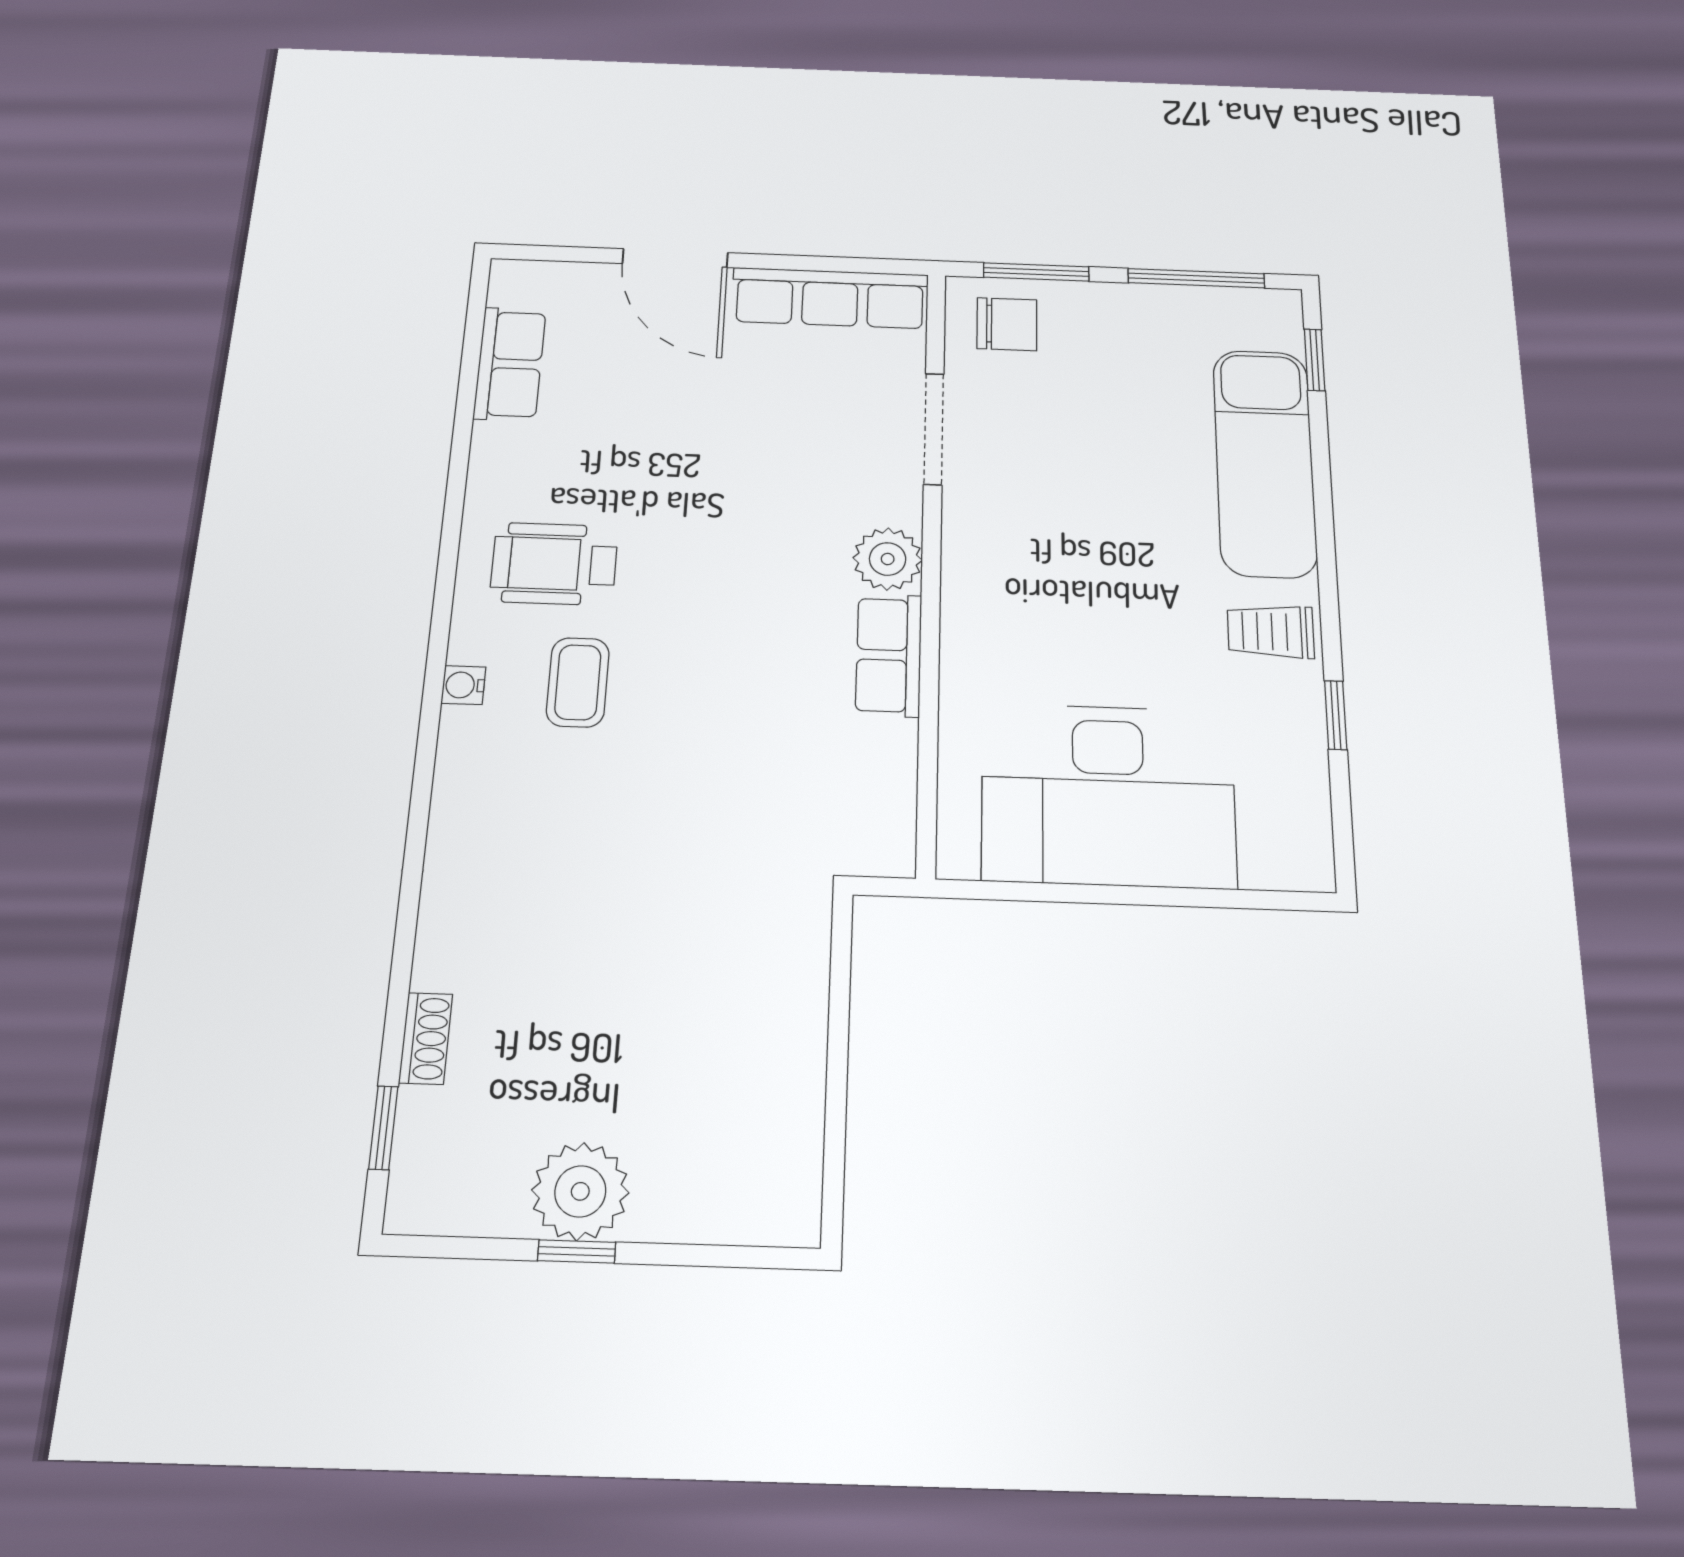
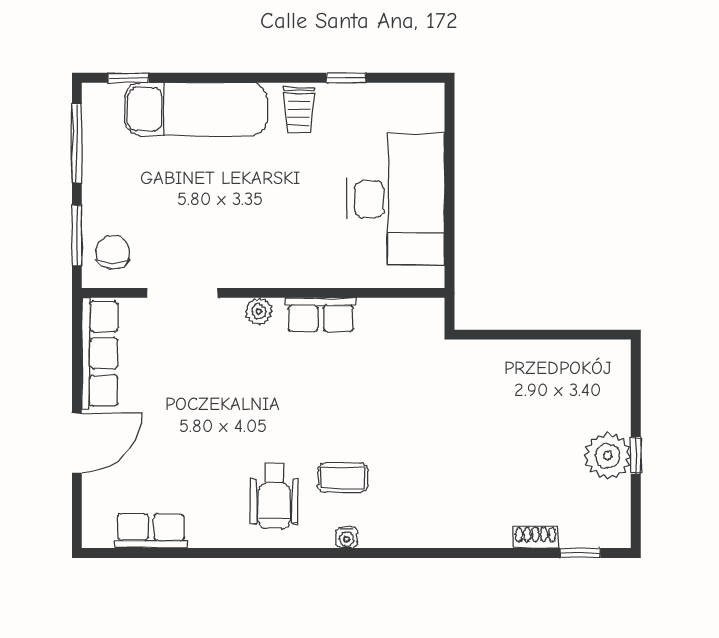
plant: (888, 559) -> (259, 311), width x0.73, depth x0.73

